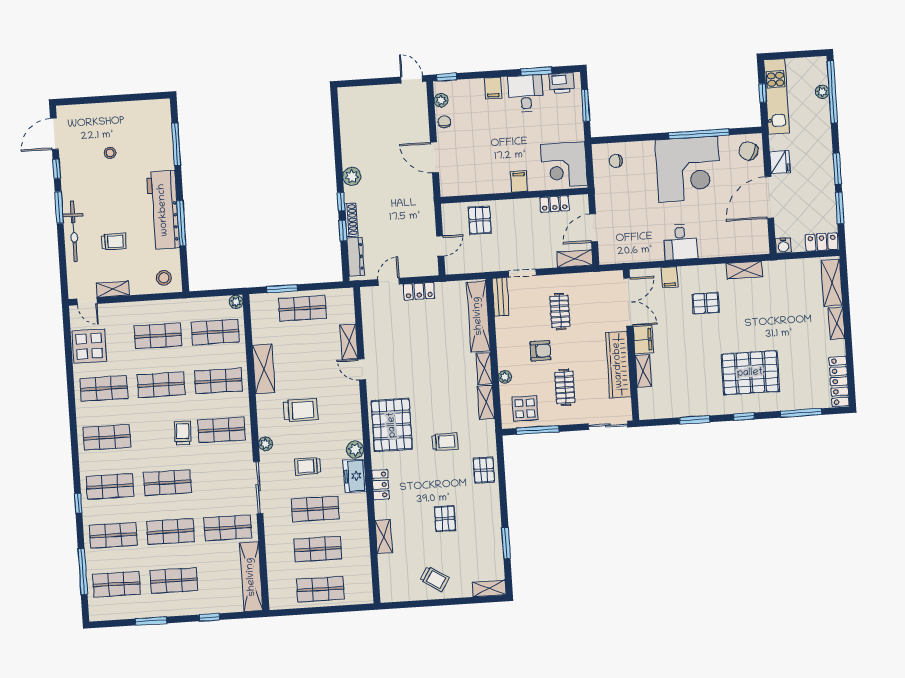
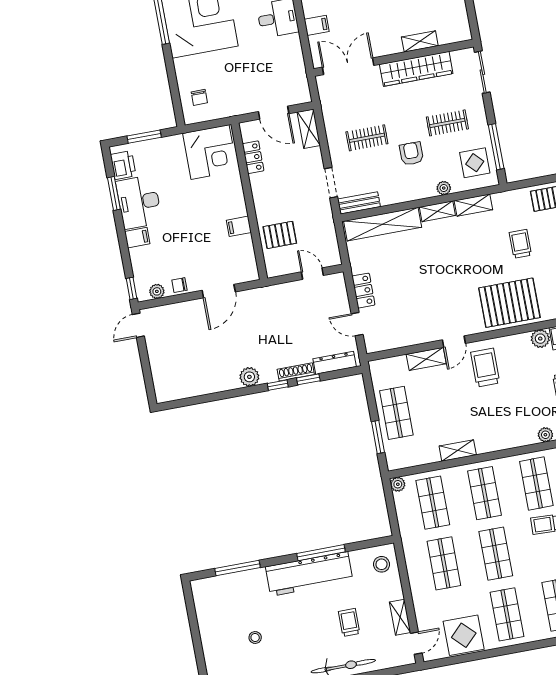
desk: (526, 93) -> (139, 202), width x1.37
filing cabinet: (519, 181) -> (239, 226), moved
filing cabinet: (643, 340) -> (386, 45), removed
shelving: (264, 369) -> (458, 451), width x0.67, depth x0.75
trolley: (301, 410) -> (485, 368), moved

